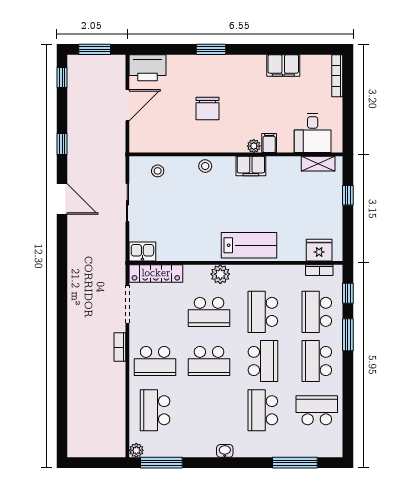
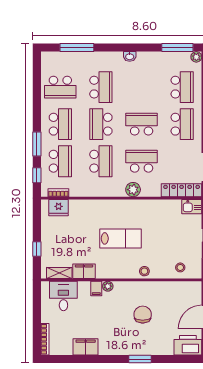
filing cabinet: (251, 166) -> (84, 271), moved
lab bench: (249, 245) -> (121, 238), moved, turned 180
school desk: (155, 361) -> (182, 124), turned 90

